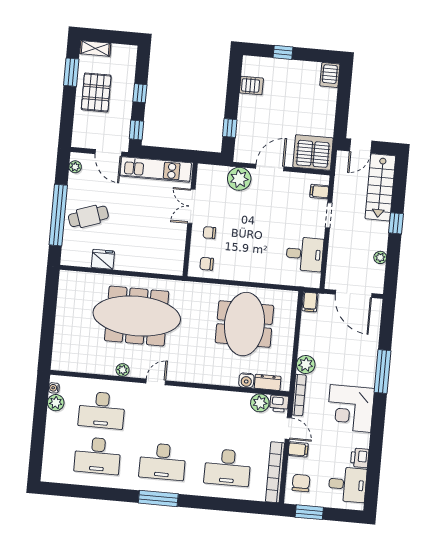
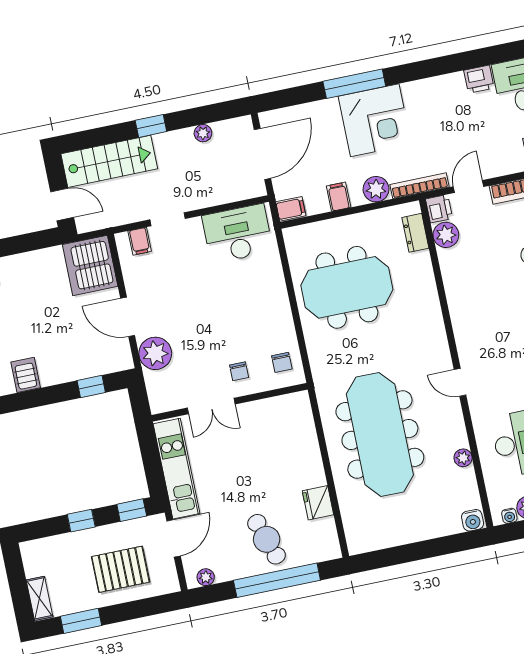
pallet: (96, 92) -> (121, 569), moved
desk: (305, 254) -> (237, 234), width x1.37
plant: (123, 370) -> (463, 458), moved
water cooler: (246, 380) -> (473, 520), moved, turned 90
corner desk: (350, 408) -> (375, 120), moved
filing cabinet: (298, 449) -> (339, 197), moved

